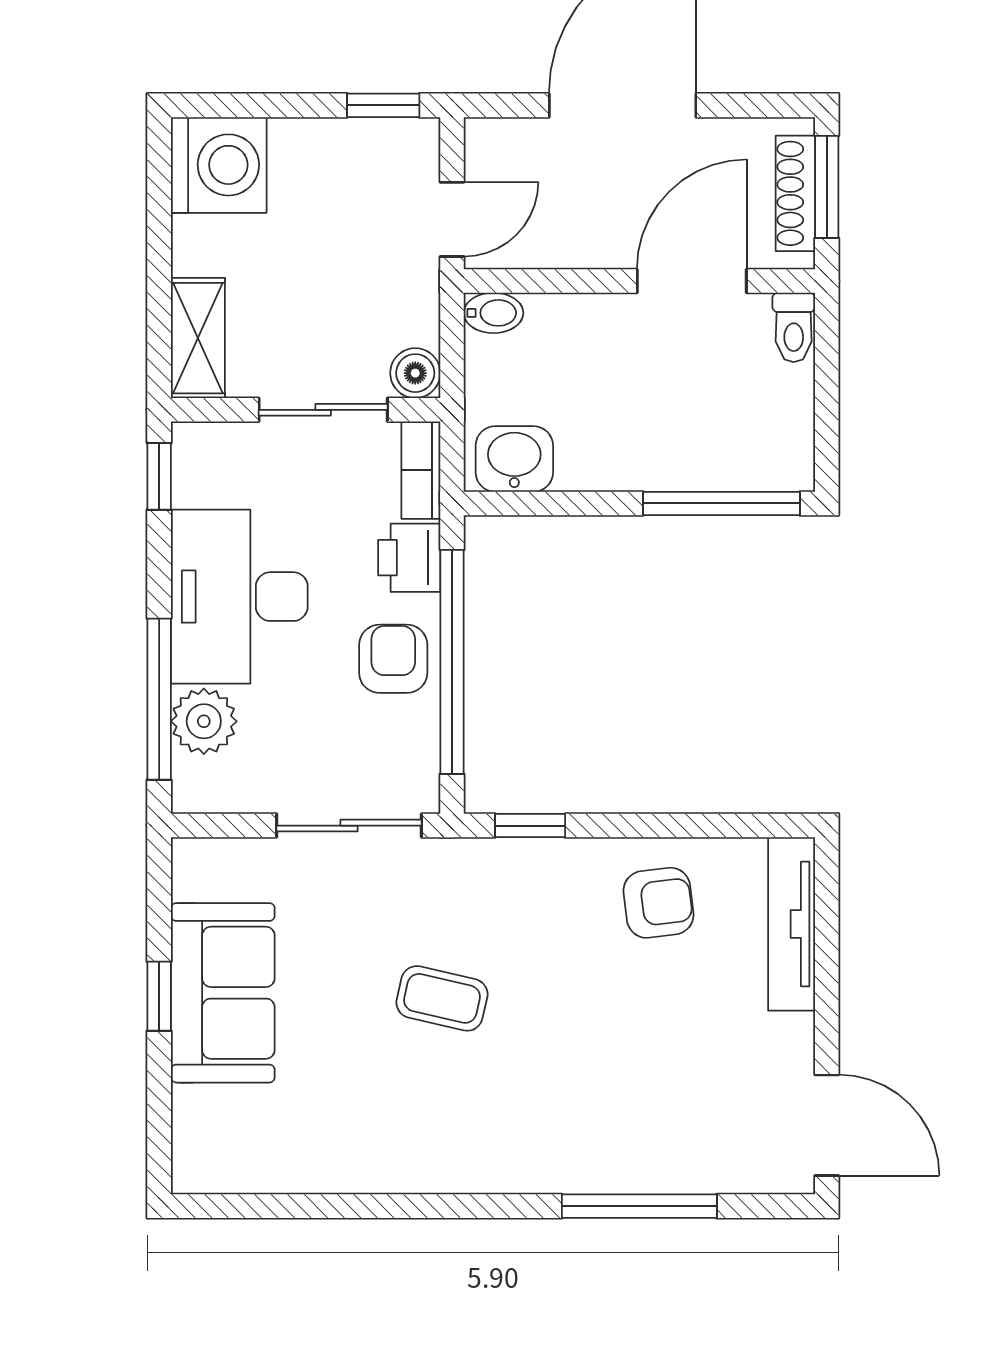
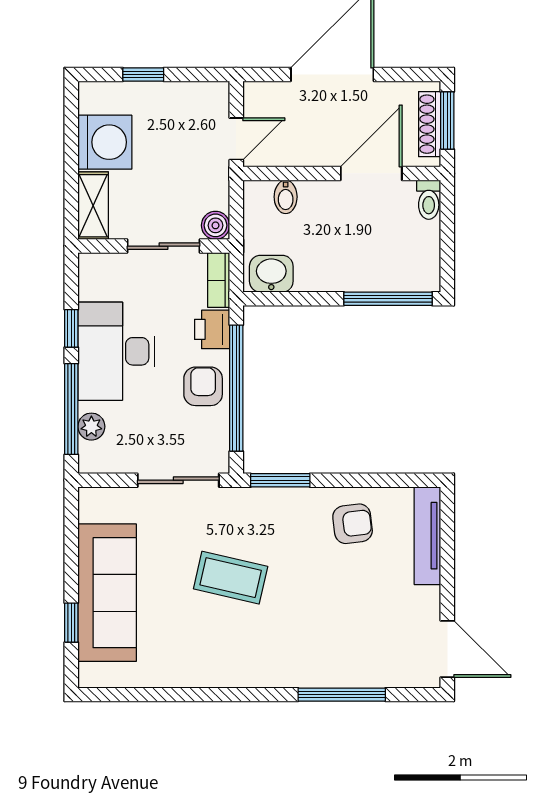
window: (383, 105) -> (143, 75), moved
washing machine: (219, 165) -> (105, 142), moved
bidet: (493, 313) -> (286, 197), moved, turned 90
window: (159, 476) -> (71, 328), moved
plant: (204, 721) -> (91, 427), width x0.73, depth x0.73
window: (530, 826) -> (280, 480), width x1.50
sofa: (223, 993) -> (107, 593), width x1.36
window: (159, 996) -> (71, 623), moved
coffee table: (442, 998) -> (231, 578), width x1.36, depth x1.30

